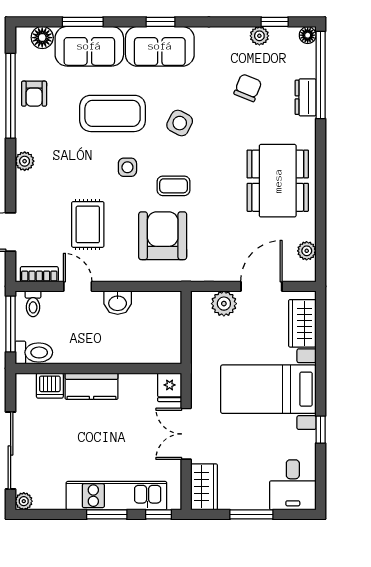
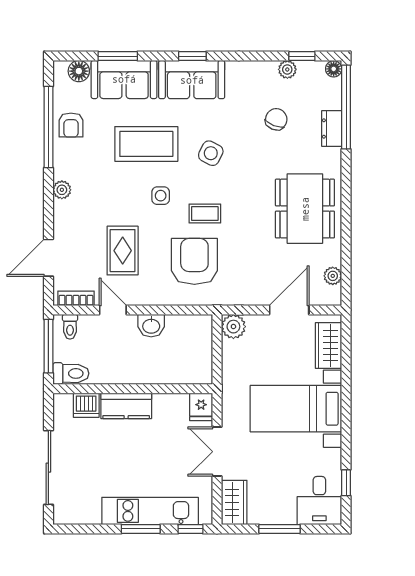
plant: (224, 304) -> (233, 327), moved
window: (321, 430) -> (346, 483), moved
plant: (24, 501) -> (61, 516), removed

